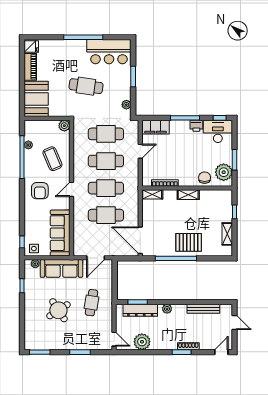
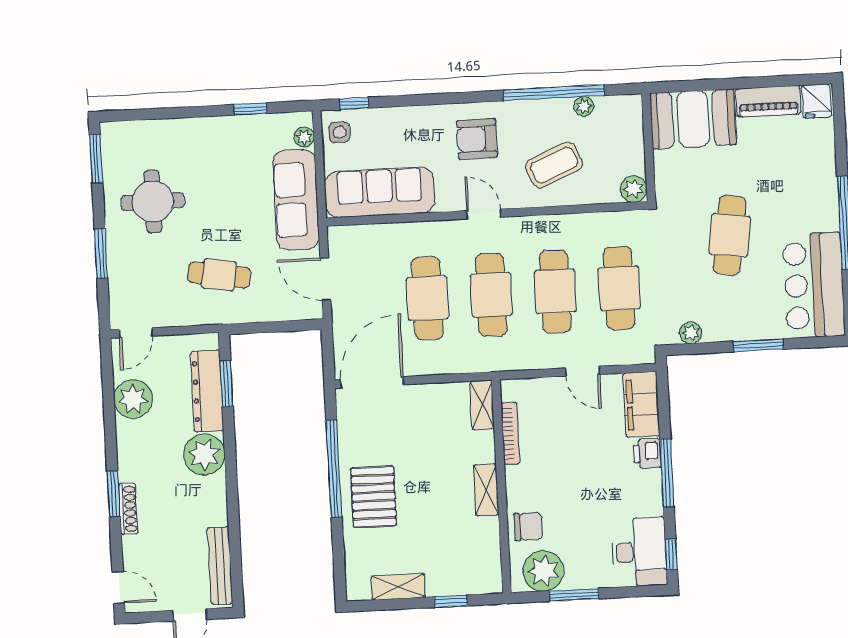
printer: (196, 126) -> (647, 453), moved
plant: (167, 309) -> (204, 454), width x1.88, depth x1.88
bench: (203, 309) -> (220, 565), moved
round table: (58, 310) -> (153, 202), moved, turned 33

